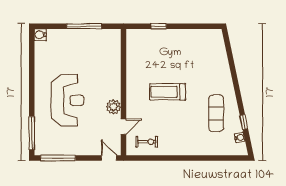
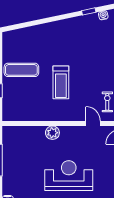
plant: (114, 107) -> (52, 133), moved
exercise mat: (216, 113) -> (21, 70), moved

